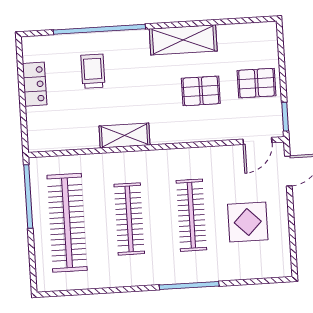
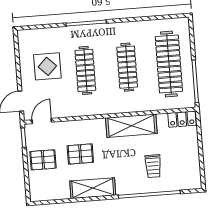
locker: (35, 84) -> (182, 119), moved, turned -90
shelving: (124, 136) -> (131, 126), width x1.50, depth x1.33

